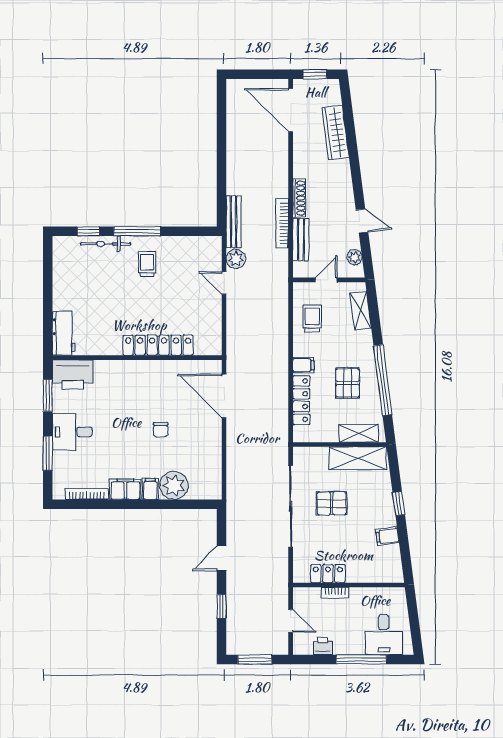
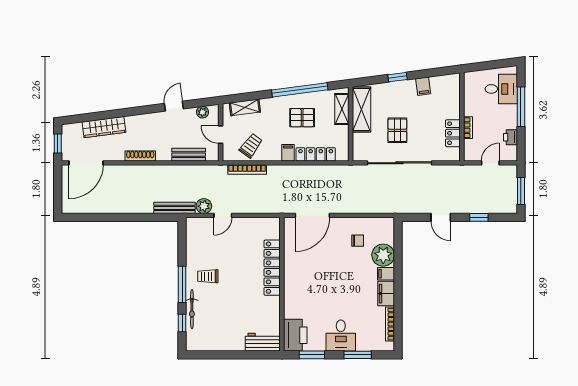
shoe rack: (299, 198) -> (140, 156), moved
bookcase: (282, 223) -> (247, 169), moved
trolley: (312, 318) -> (251, 146), turned 126
chair: (161, 430) -> (358, 241), moved

